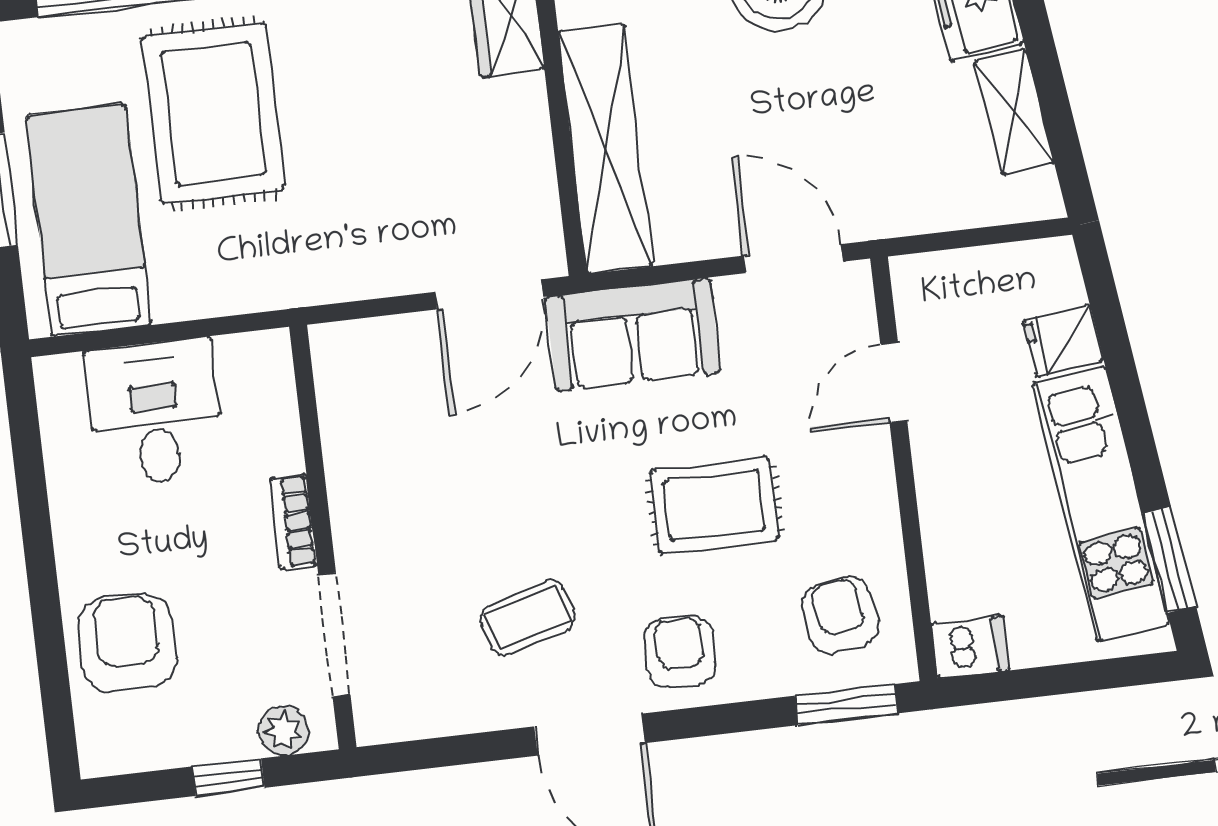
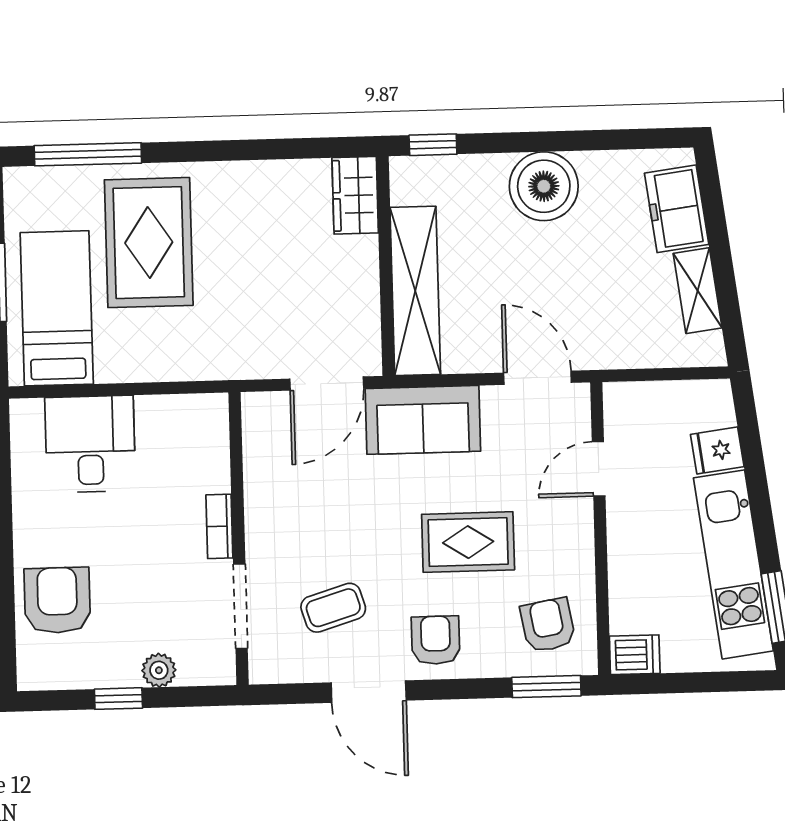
bookcase: (294, 522) -> (219, 526), moved
wall: (323, 537) -> (239, 539), moved
doorway: (334, 635) -> (240, 606), moved

